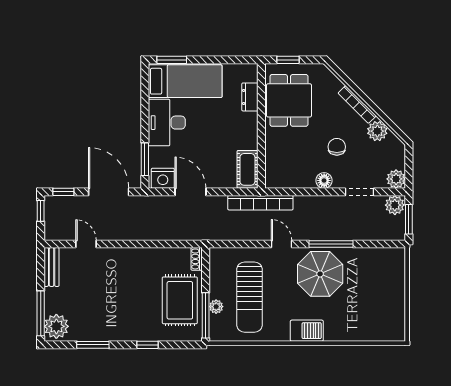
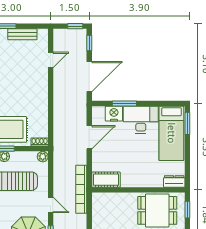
dresser: (250, 97) -> (174, 181), moved
window: (145, 159) -> (124, 104), moved
nightstand: (163, 178) -> (114, 114), moved, turned 90
door: (281, 244) -> (51, 205), hinge flipped
plant: (216, 255) -> (43, 157), added
bench: (52, 267) -> (22, 34), moved

